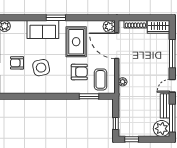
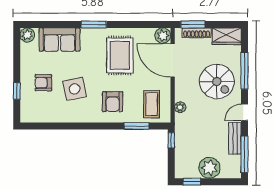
window: (133, 18) -> (193, 24), added
sofa: (43, 30) -> (59, 40), moved
spiral stairs: (151, 62) -> (217, 82), added
armchair: (79, 72) -> (113, 102), moved, turned 90
window: (116, 123) -> (171, 140), moved
plant: (162, 129) -> (209, 168), moved

